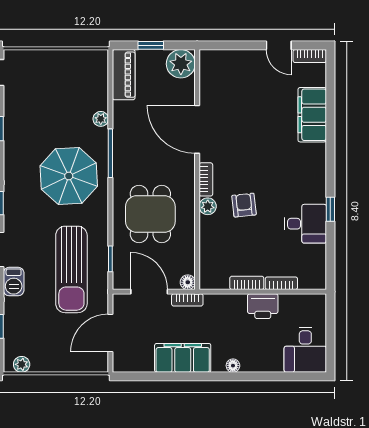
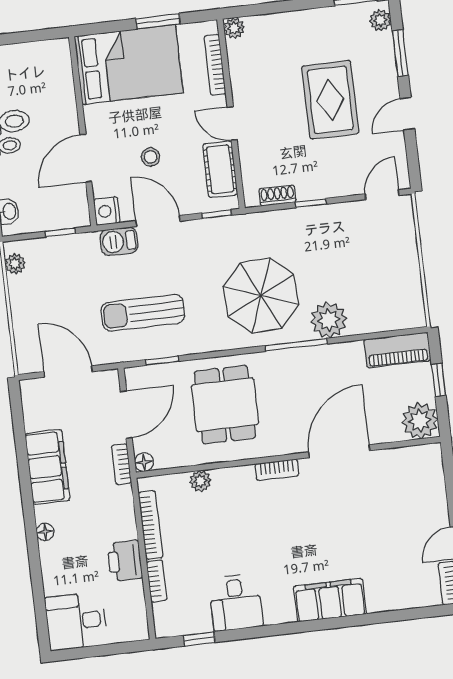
filing cabinet: (312, 115) -> (330, 600), moved
plant: (101, 119) -> (329, 320), width x1.87, depth x1.87
armchair: (244, 205) -> (250, 522), removed
plant: (208, 206) -> (200, 481), moved
window: (330, 209) -> (199, 639), moved
dining table: (150, 214) -> (225, 405), turned 90
sun lounger: (71, 269) -> (143, 313), width x0.73, depth x0.75
bookcase: (247, 283) -> (151, 525), width x1.56

